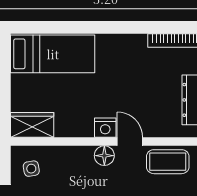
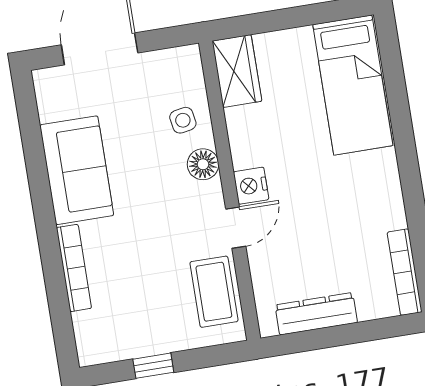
floor lamp: (104, 156) -> (203, 164), moved
side table: (31, 169) -> (183, 120), moved

